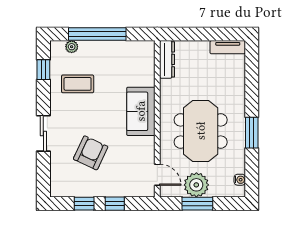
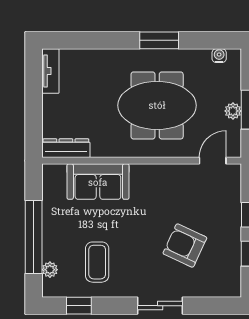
sofa: (141, 111) -> (98, 182), moved
plant: (196, 185) -> (233, 111), width x0.53, depth x0.53

